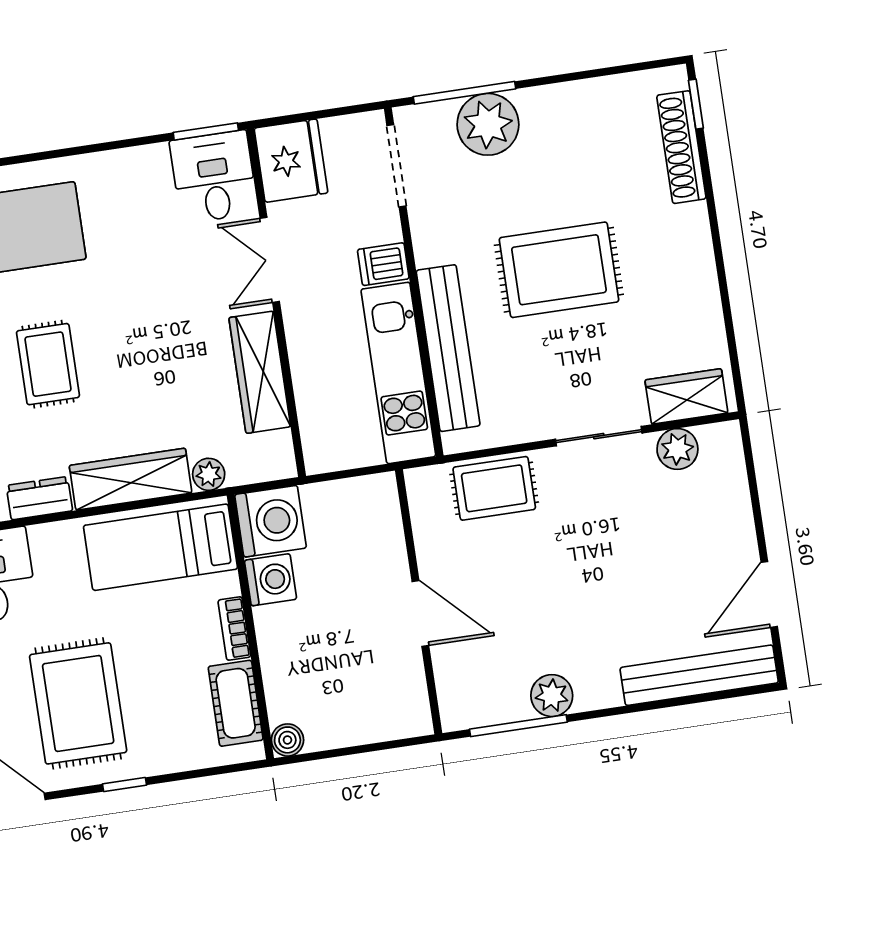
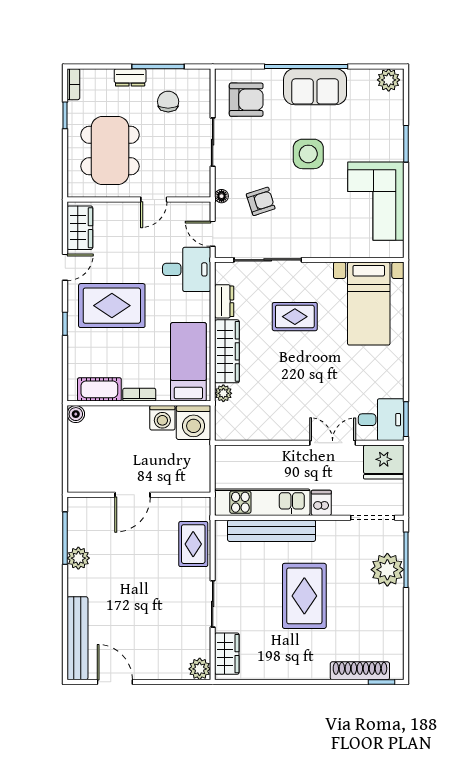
wardrobe: (260, 372) -> (274, 429), removed
plant: (677, 449) -> (200, 669), moved

